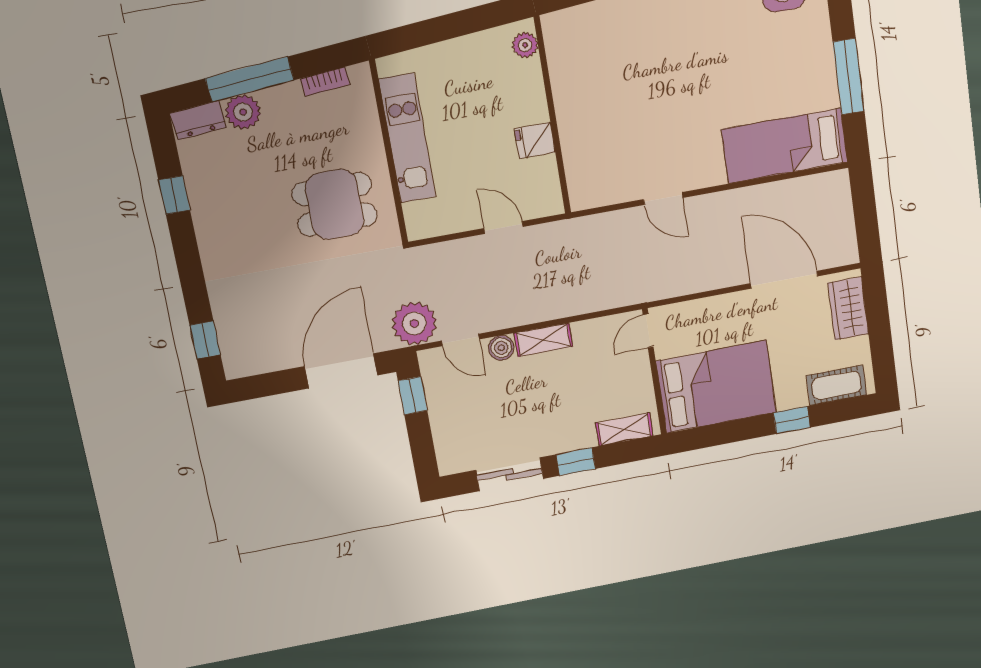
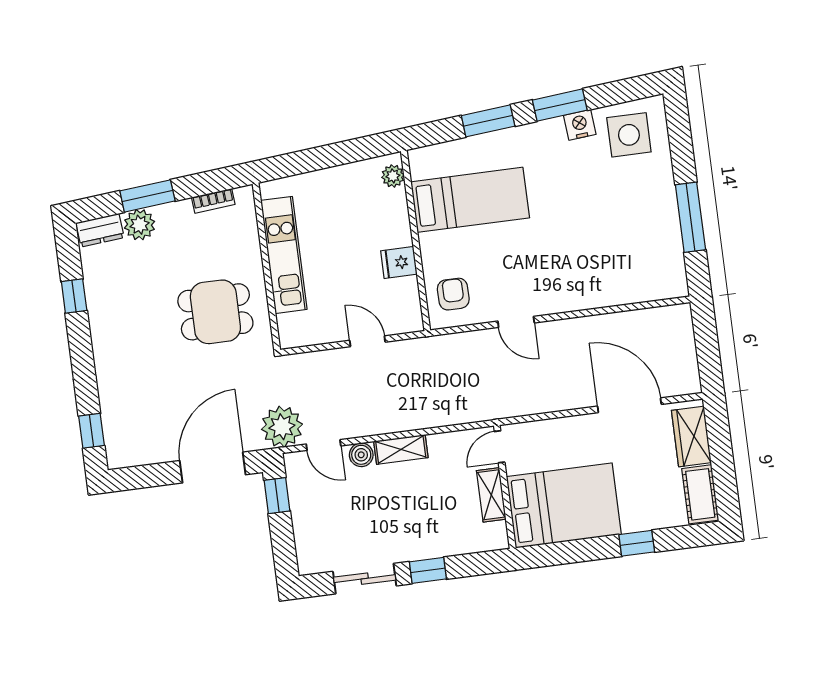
window: (250, 79) -> (147, 196), width x0.69
bed: (785, 146) -> (470, 200), moved, turned 180
armchair: (595, 172) -> (453, 294), added
cot: (836, 385) -> (700, 494), moved, turned 90
shelving: (624, 429) -> (491, 495), moved, turned 90

